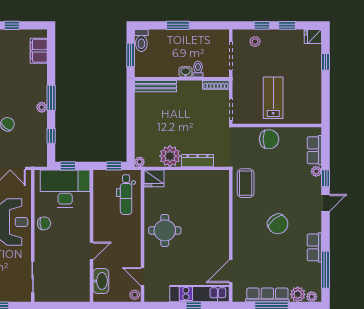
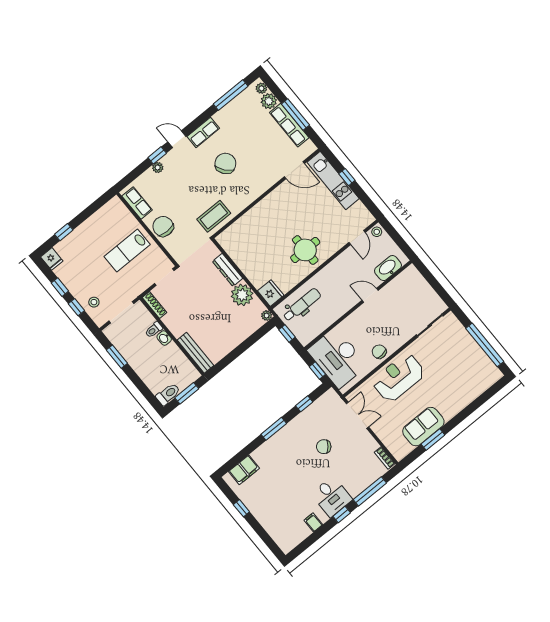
window: (178, 25) -> (117, 357), moved
plant: (42, 107) -> (287, 430), removed
row of seats: (314, 150) -> (137, 203), moved, turned -90
row of seats: (314, 247) -> (203, 132), moved

